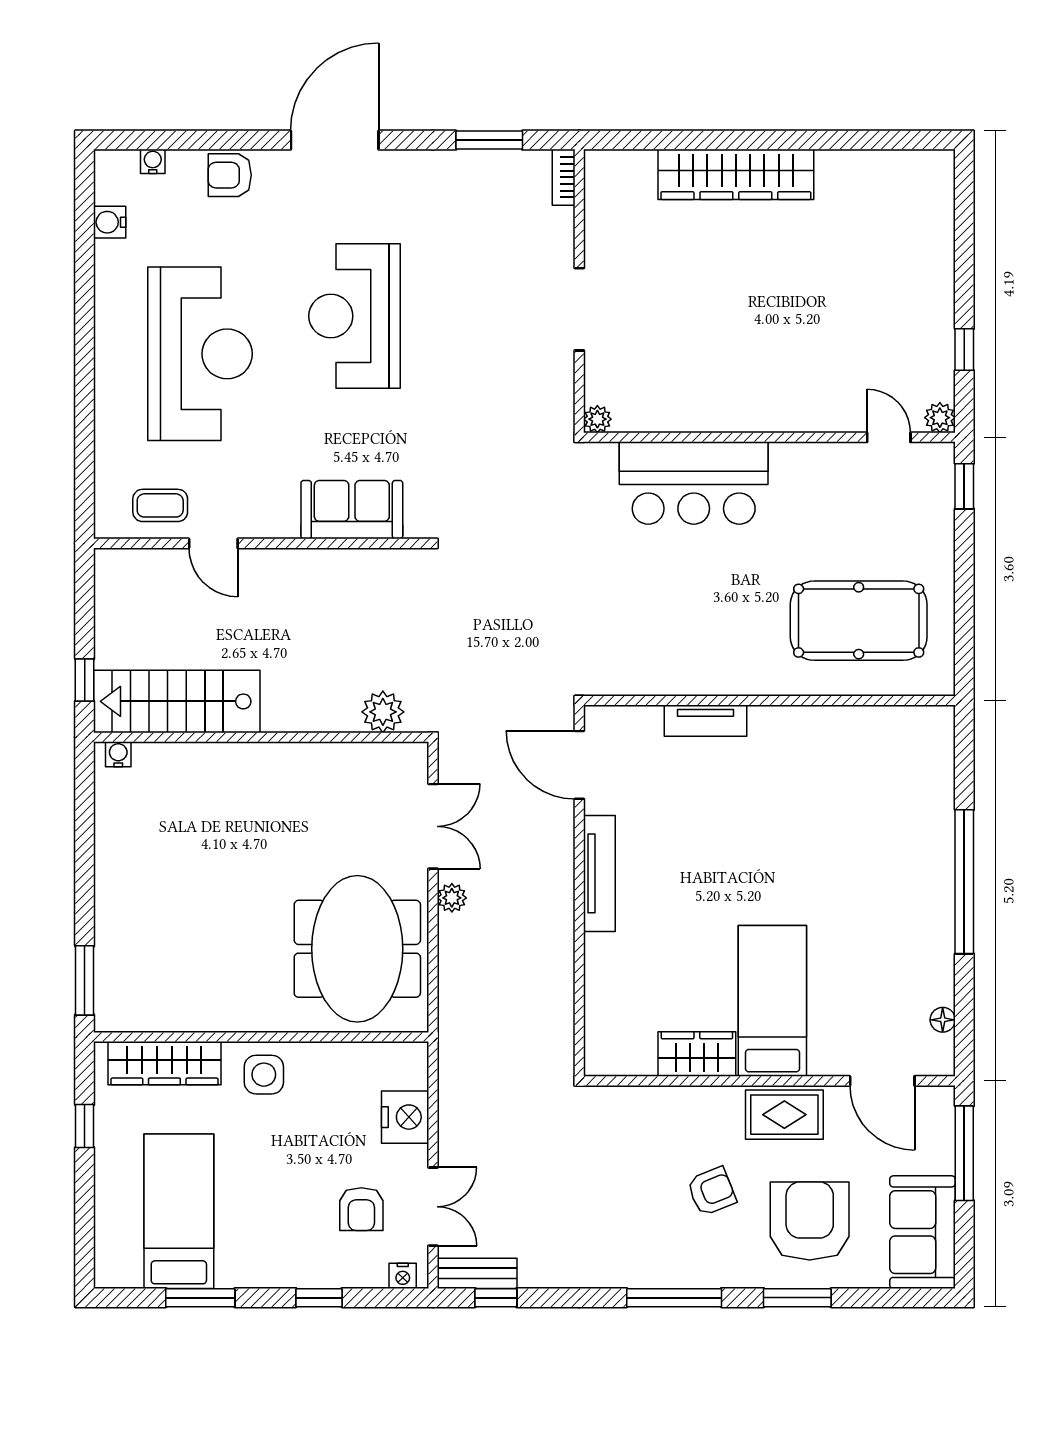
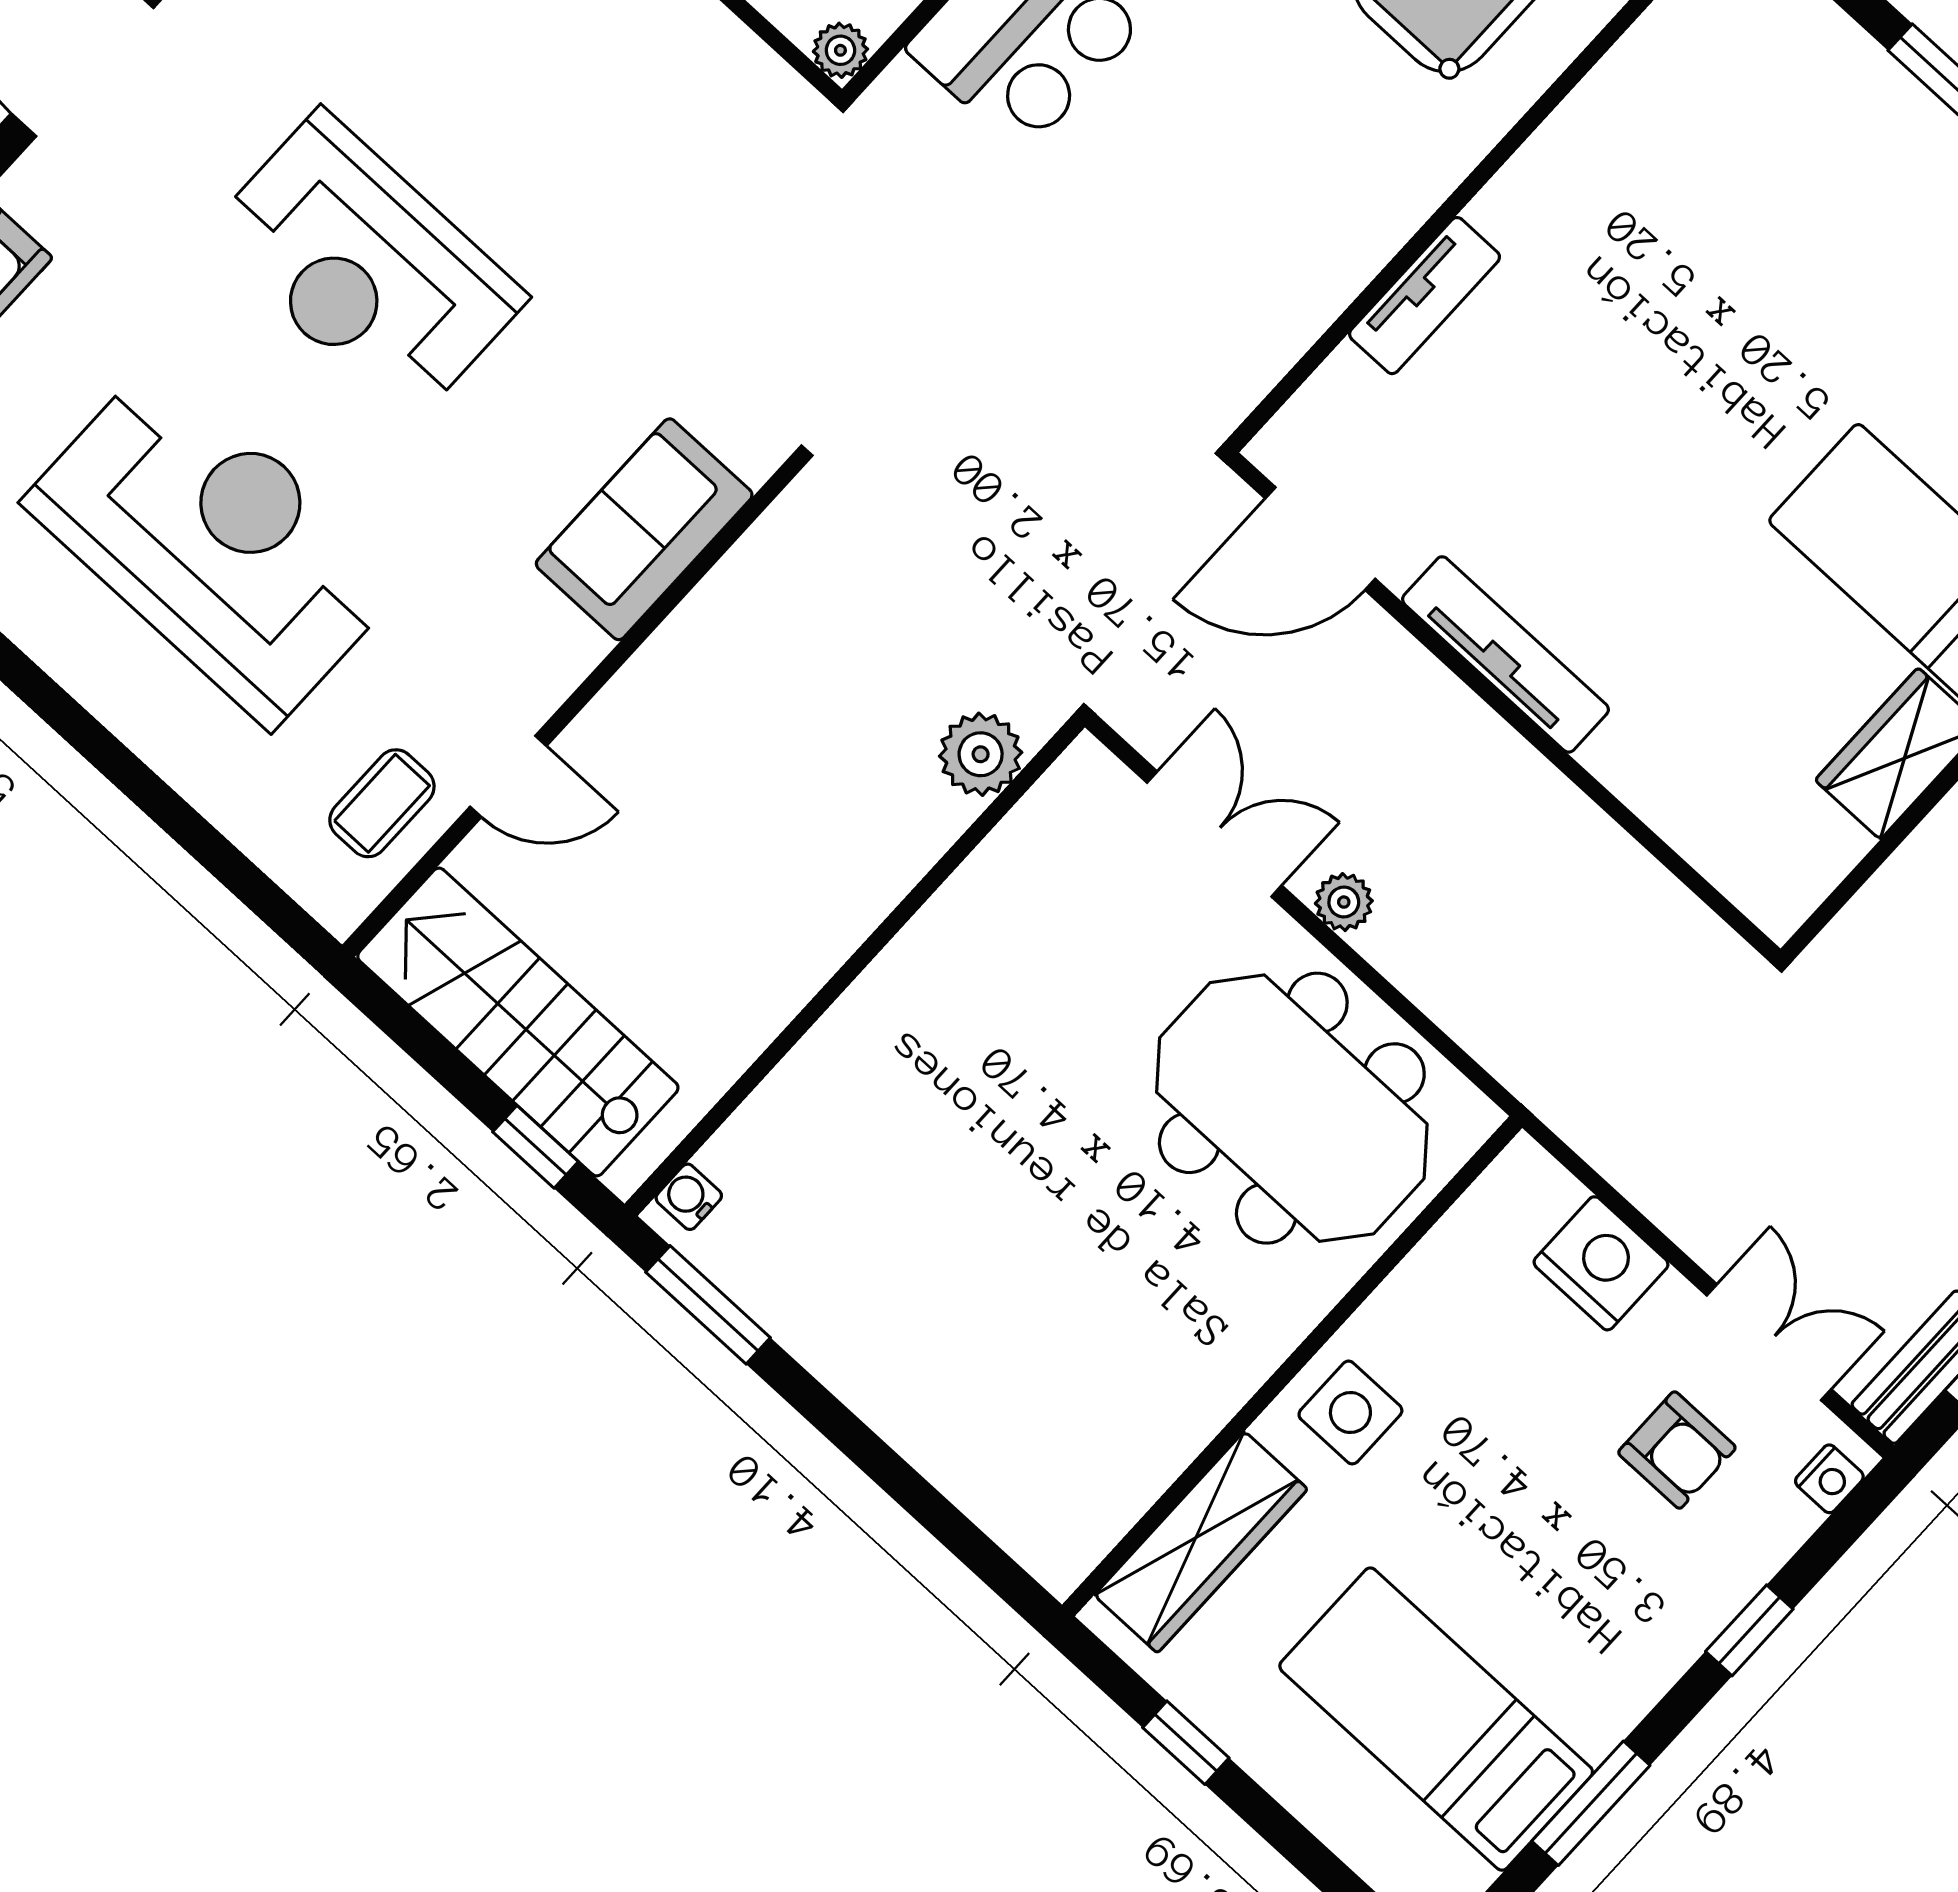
stairs: (177, 701) -> (518, 1022), moved, turned 90
window: (85, 980) -> (708, 1305), moved

